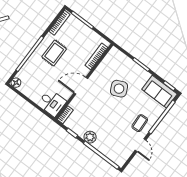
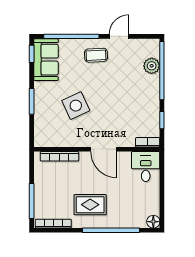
plant: (90, 137) -> (152, 66), moved

